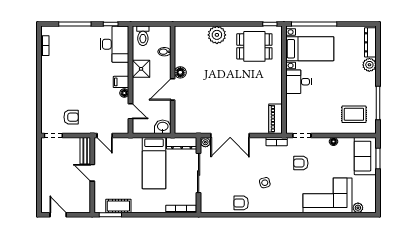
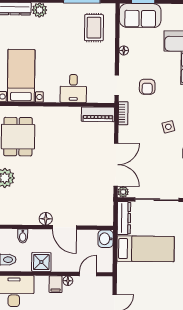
desk: (299, 82) -> (73, 89), moved

